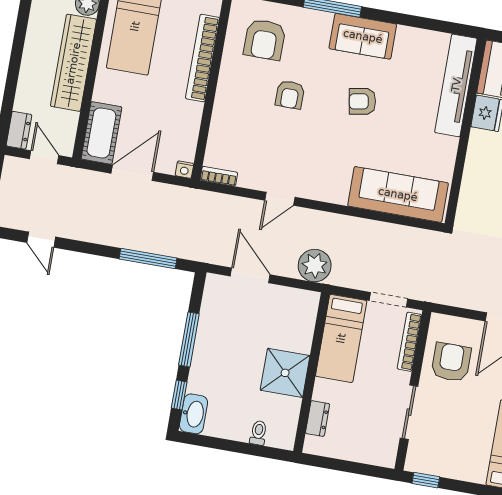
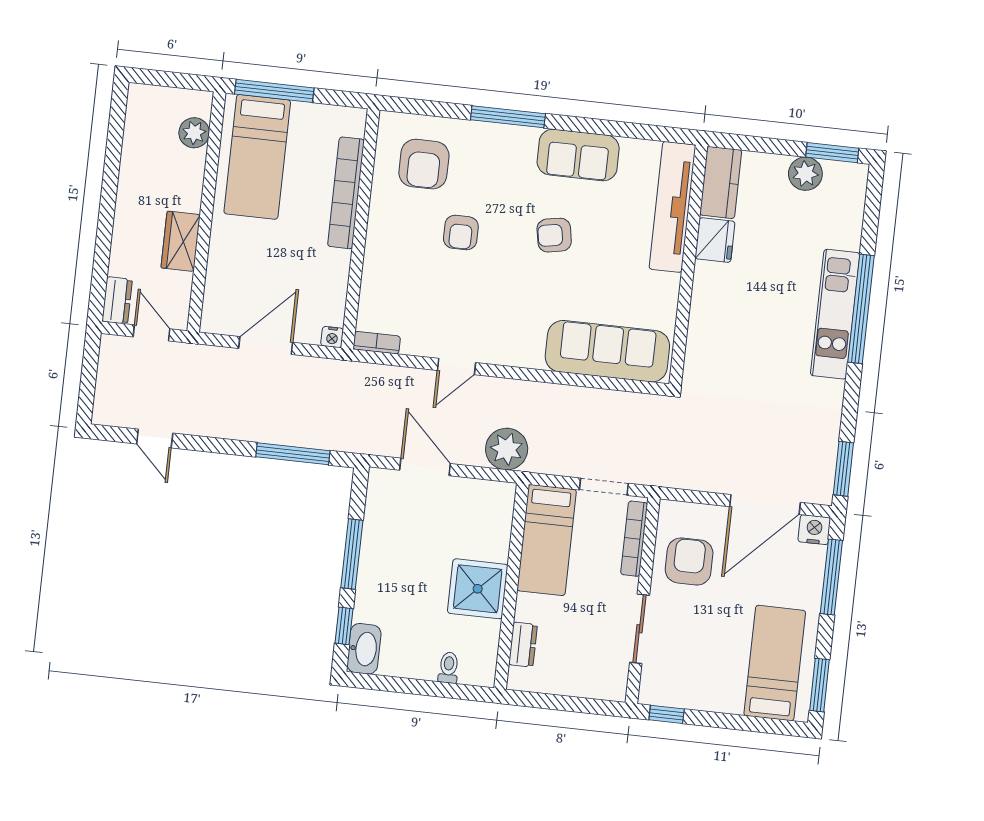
sofa: (363, 36) -> (578, 155), moved
wardrobe: (73, 63) -> (181, 241), width x0.48, depth x0.85
cot: (101, 133) -> (223, 297), removed

